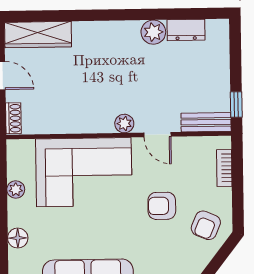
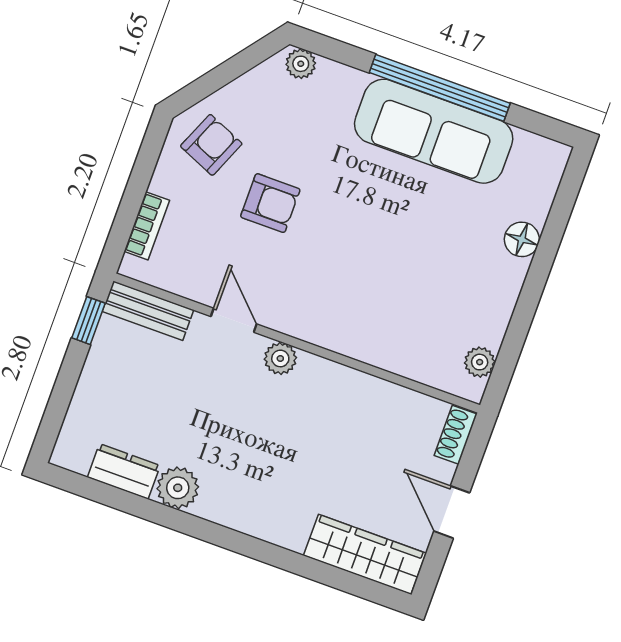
corner sofa: (84, 172) -> (375, 305), removed
plant: (16, 189) -> (480, 362), moved

